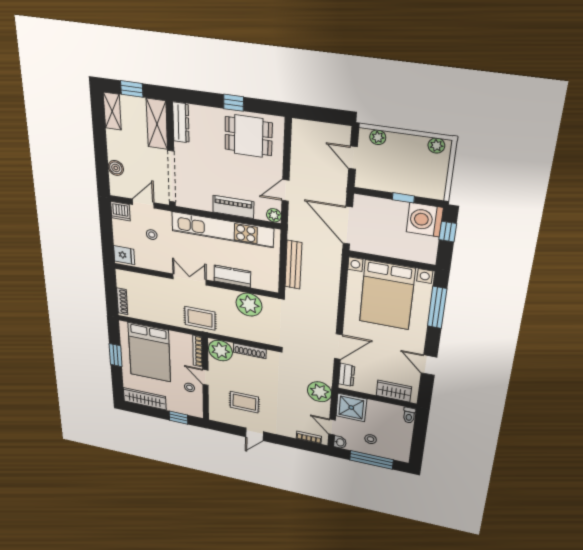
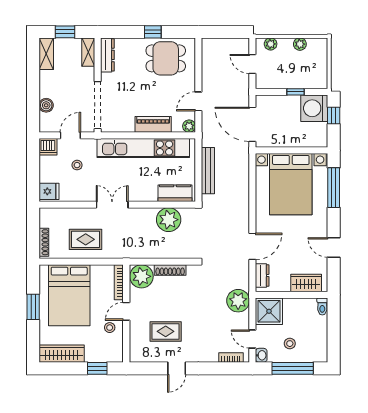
shelving: (157, 124) -> (88, 52), width x0.67, depth x0.75
plant: (436, 146) -> (300, 44), moved
kitchen counter: (232, 276) -> (175, 193), moved
rug: (200, 318) -> (86, 239), moved
door: (205, 377) -> (126, 311), hinge flipped

